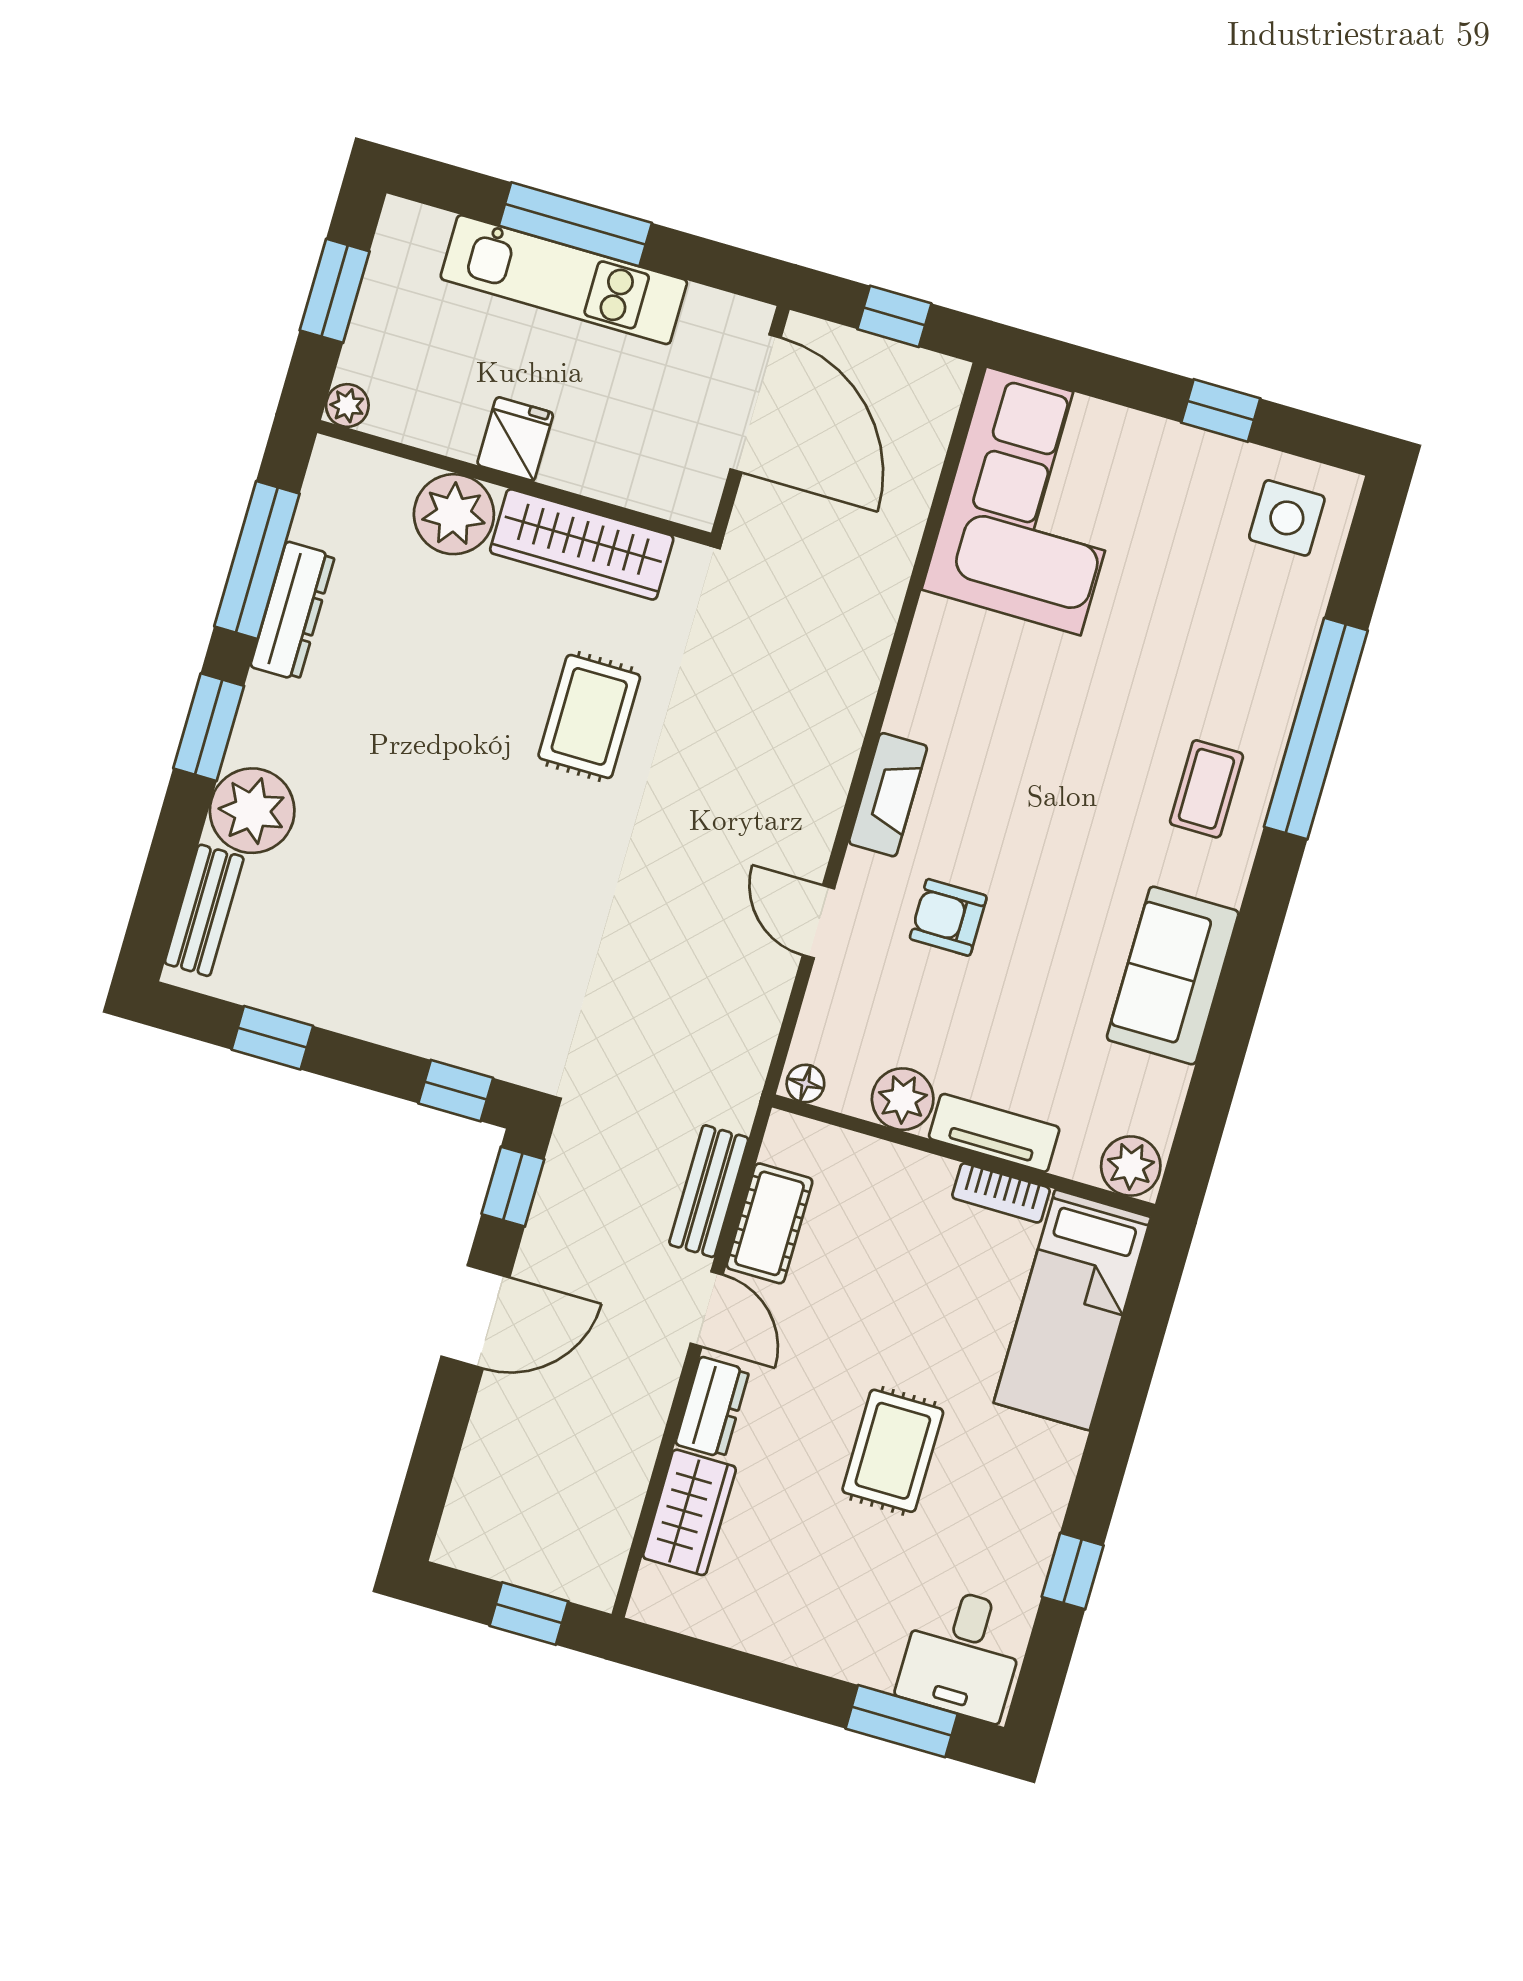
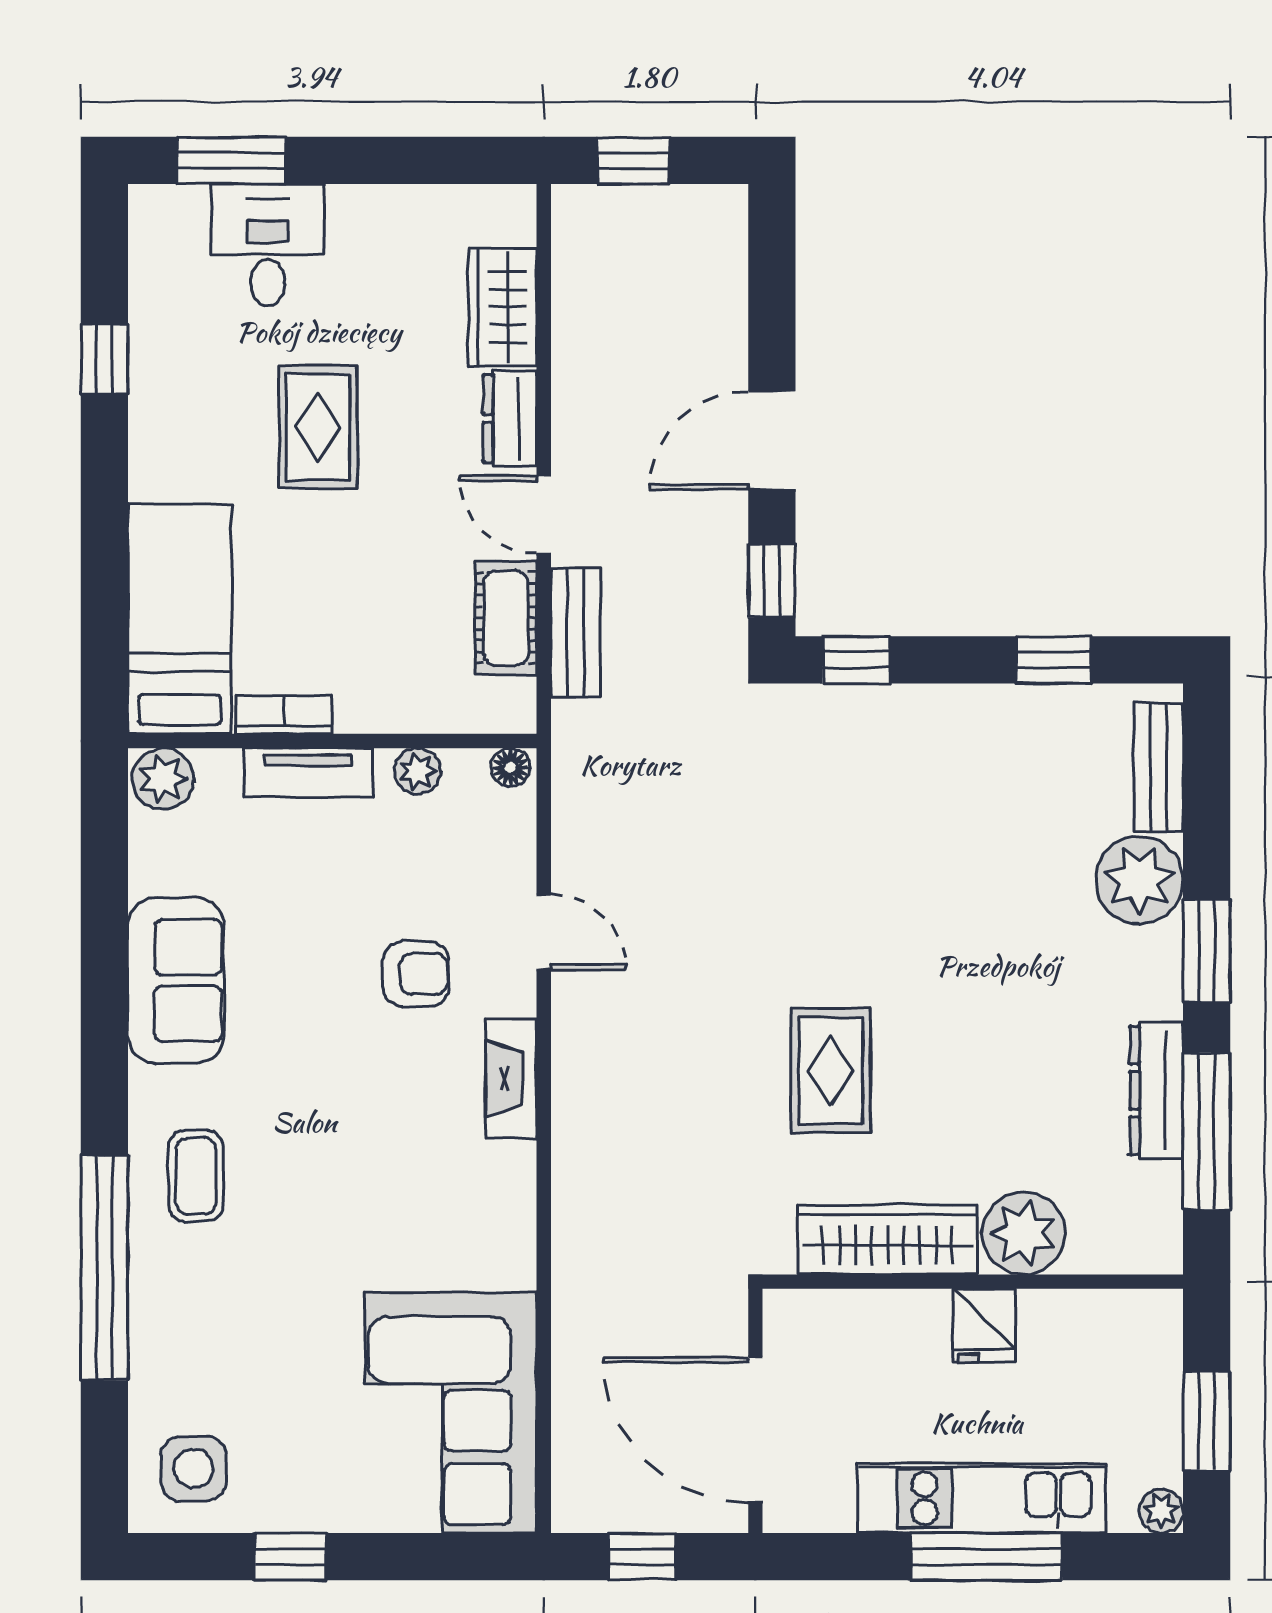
plant: (347, 405) -> (1161, 1511), moved
plant: (903, 1099) -> (418, 771), width x0.73, depth x0.73
desk: (962, 1654) -> (268, 245), moved

